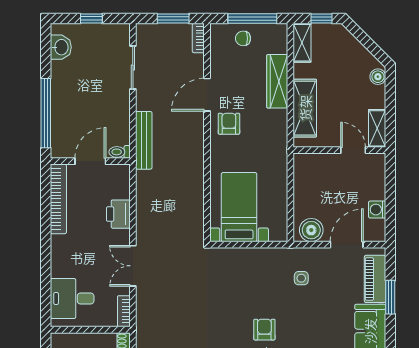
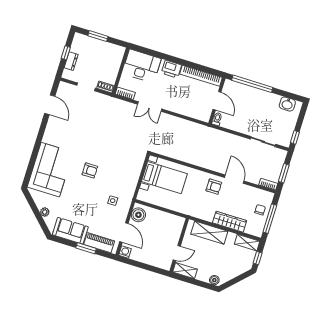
window: (91, 19) -> (295, 137), moved
bench: (144, 140) -> (219, 135), removed
washing machine: (377, 210) -> (125, 252), moved
printer: (118, 214) -> (171, 69), moved, turned 180
double door: (133, 266) -> (150, 107), swing flipped
desk: (72, 298) -> (142, 66), width x1.37

